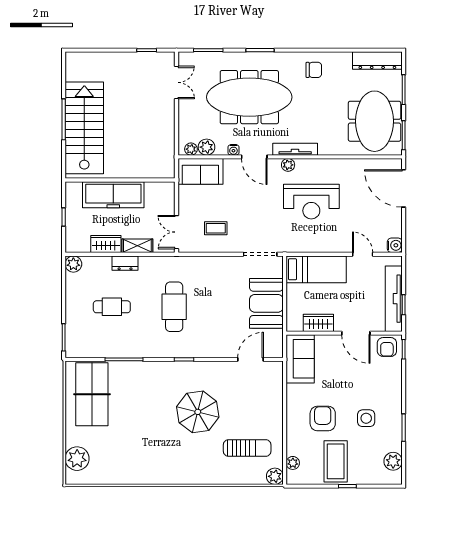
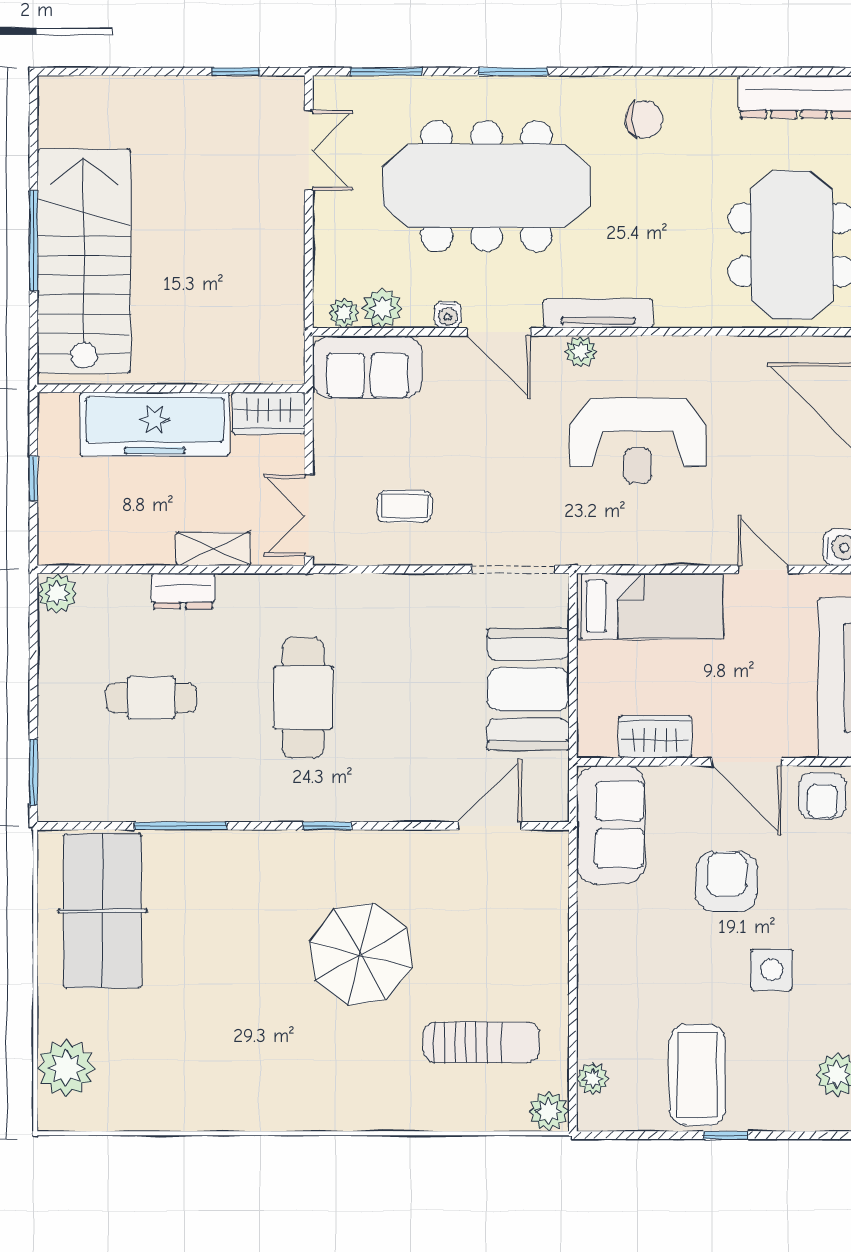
wardrobe: (106, 244) -> (269, 413), moved, turned 180
armchair: (323, 419) -> (727, 882), moved

